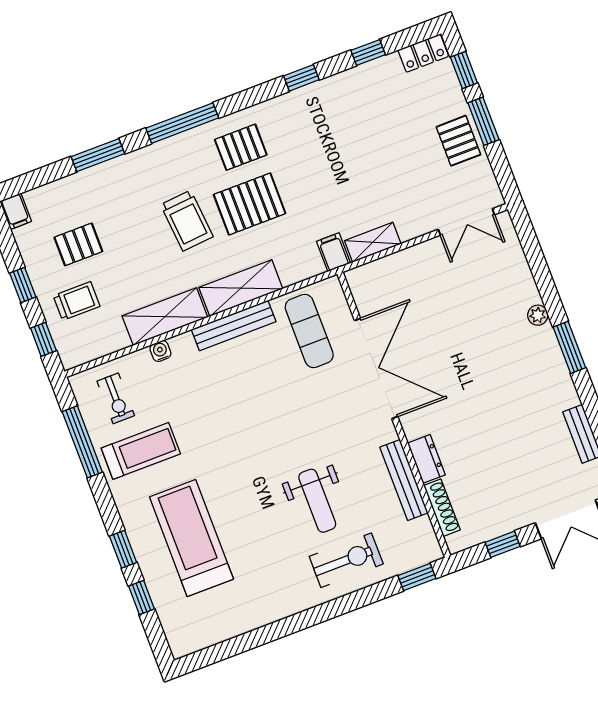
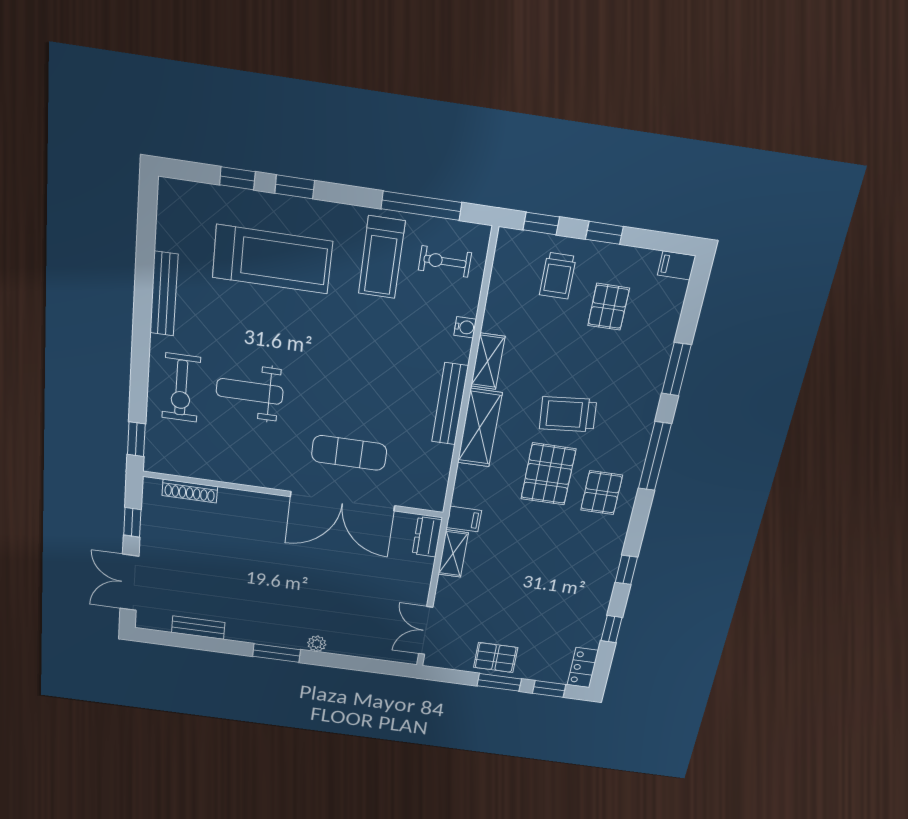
shelving: (165, 317) -> (488, 361), width x0.67, depth x0.75
exercise mat: (309, 331) -> (349, 453), moved
dresser: (426, 459) -> (427, 537), moved, turned 90
bench: (404, 480) -> (164, 294), moved, turned 90

